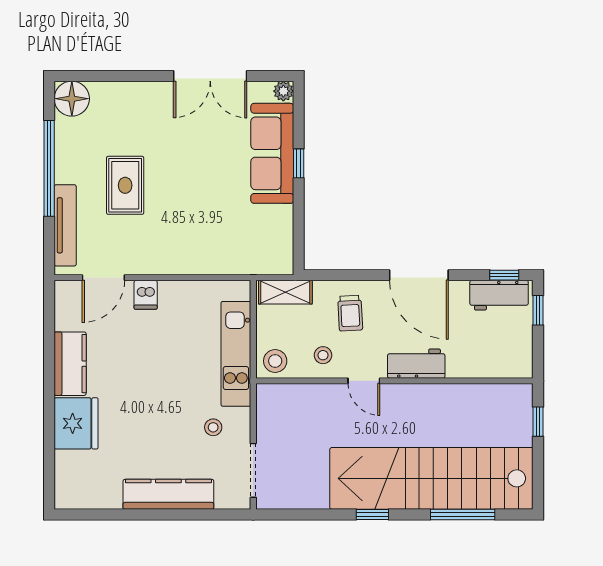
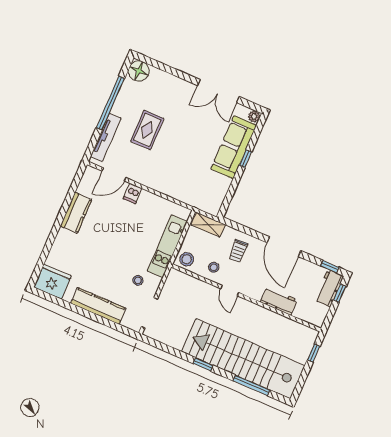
workbench: (499, 295) -> (329, 288), moved, turned 90
workbench: (416, 364) -> (279, 301), moved
fridge: (76, 423) -> (52, 282), moved, turned -90

